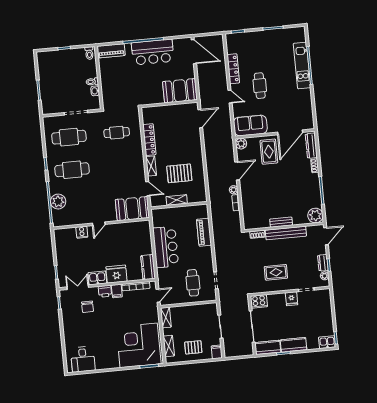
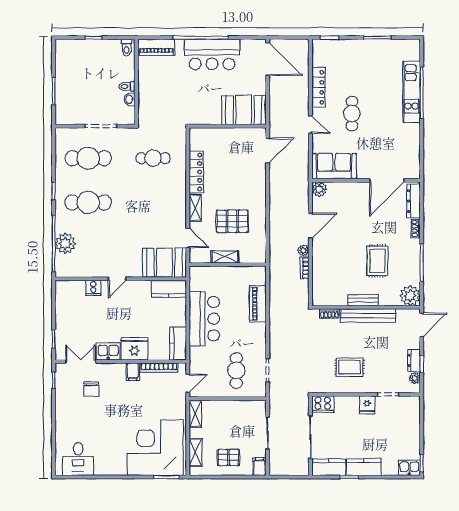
rug: (269, 152) -> (377, 261), moved
kitchen counter: (137, 228) -> (169, 289), added
printer: (105, 291) -> (117, 371), removed

